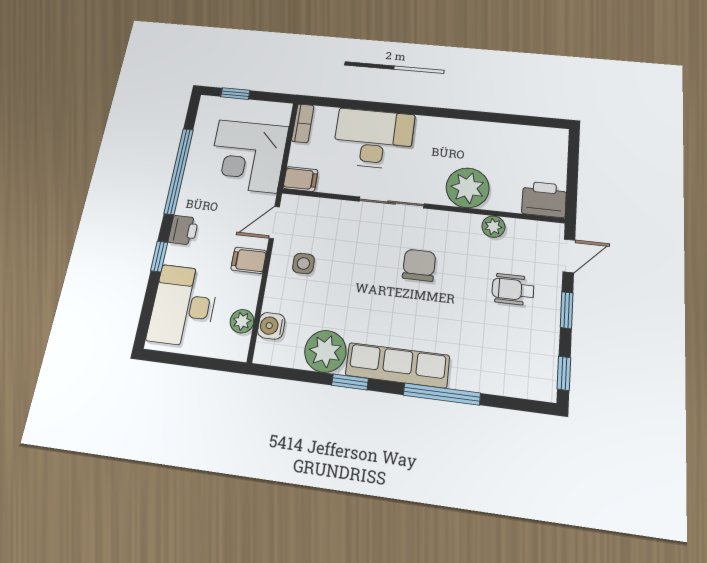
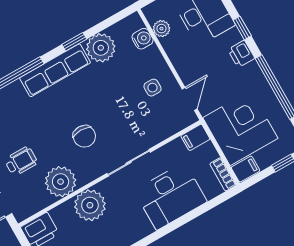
plant: (493, 227) -> (61, 182), width x1.88, depth x1.88
filing cabinet: (249, 260) -> (246, 169), moved

